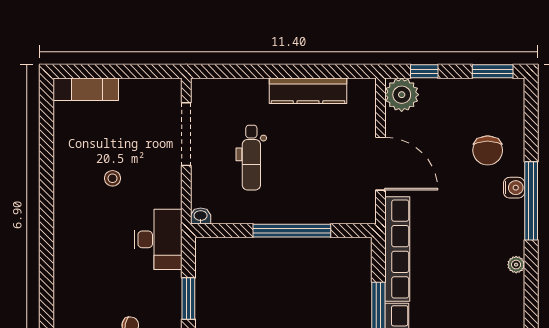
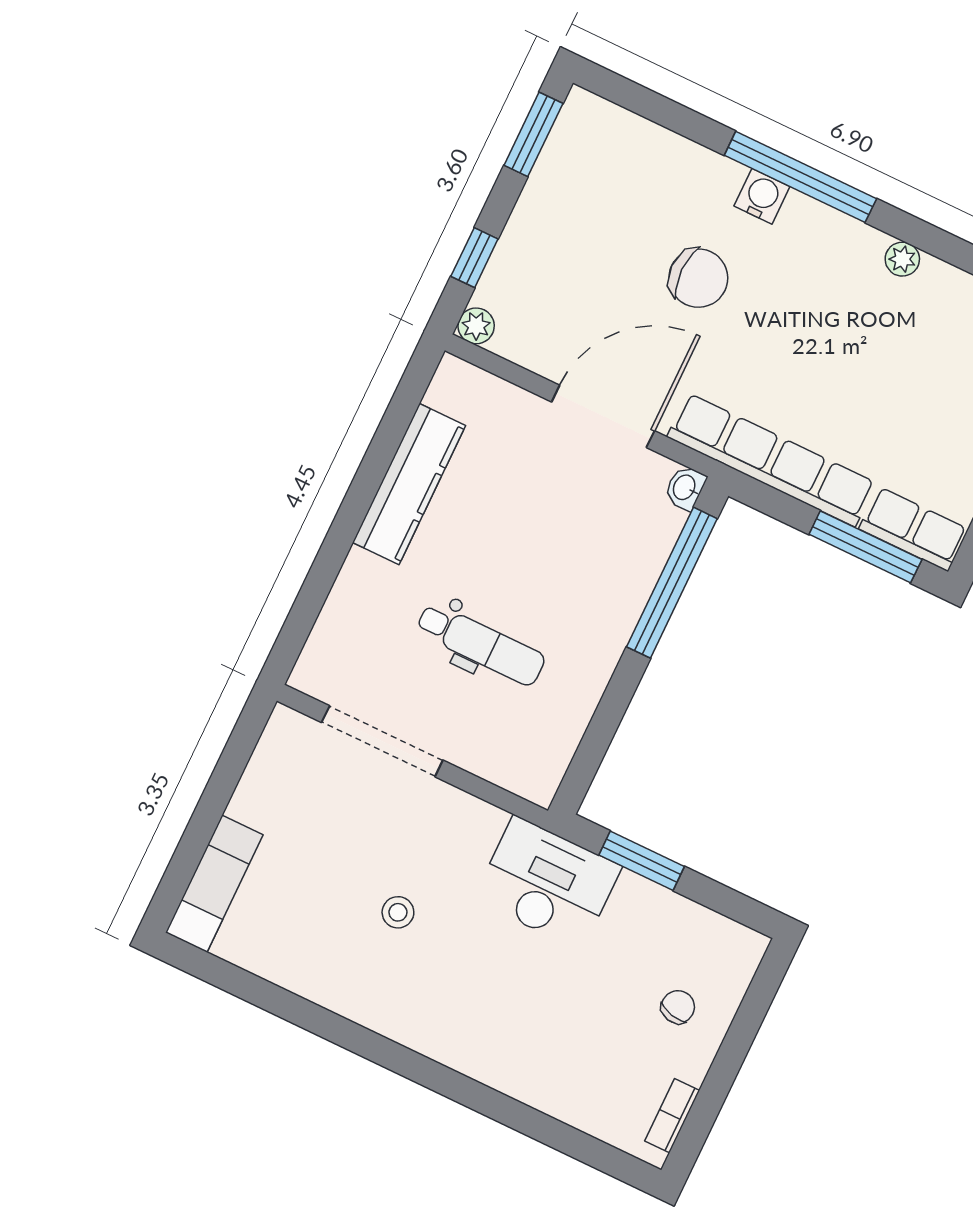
plant: (402, 95) -> (476, 326), width x0.53, depth x0.53
chair: (488, 150) -> (698, 278), moved
washbasin: (201, 216) -> (685, 488), moved
window: (292, 231) -> (672, 583), moved
window: (188, 299) -> (642, 861), moved

